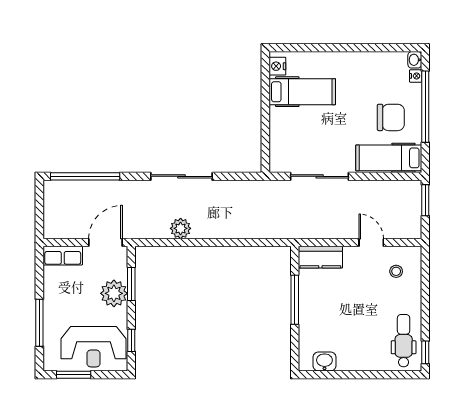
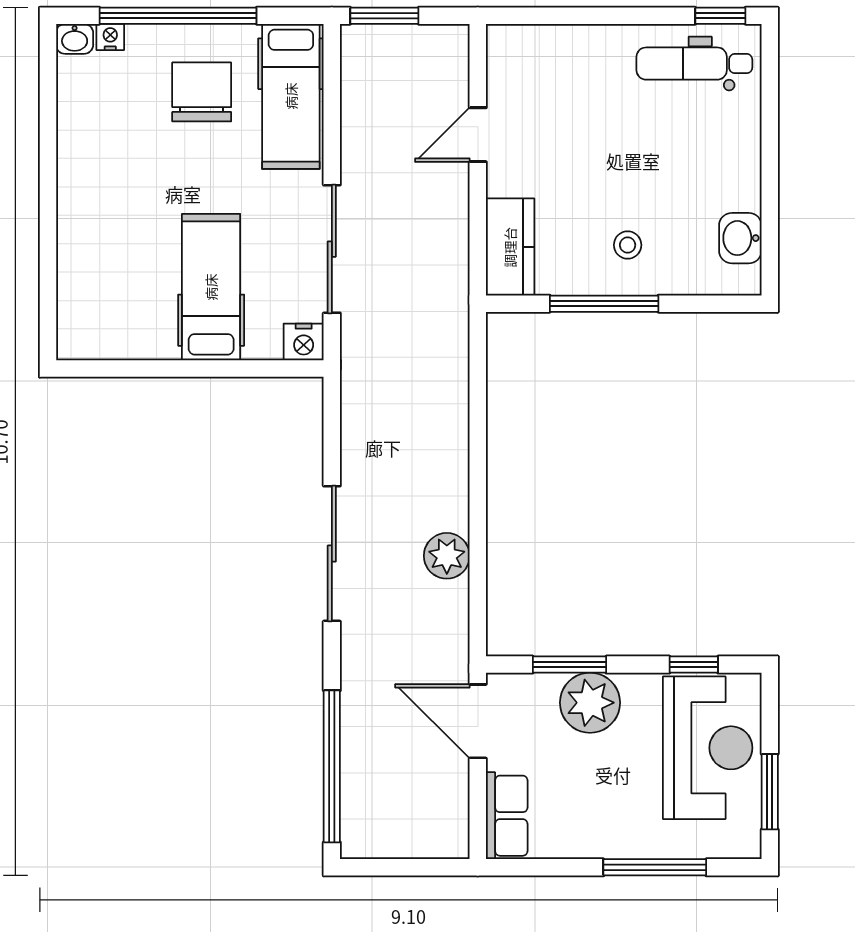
nightstand: (277, 66) -> (304, 342), moved
hospital bed: (302, 92) -> (211, 287), moved
stool: (396, 271) -> (628, 245), moved

